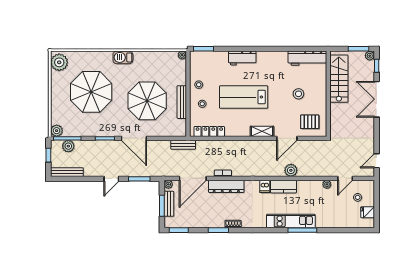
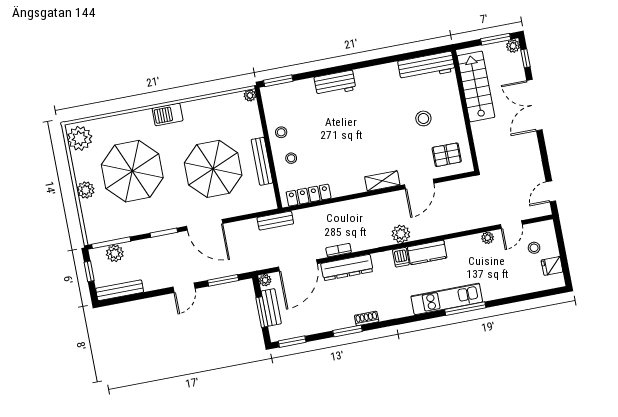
lab bench: (244, 97) -> (347, 138), removed
plant: (57, 131) -> (86, 190), moved
plant: (291, 170) -> (401, 234), moved

